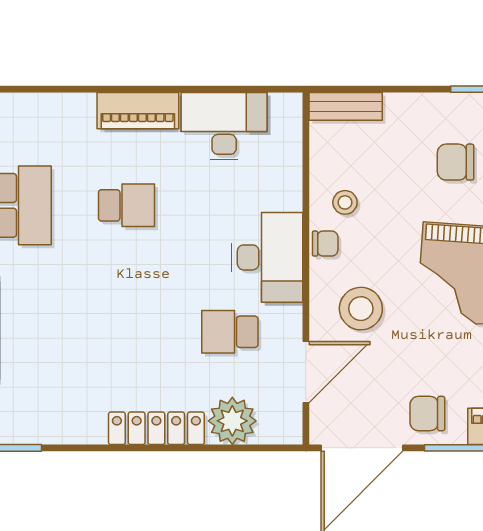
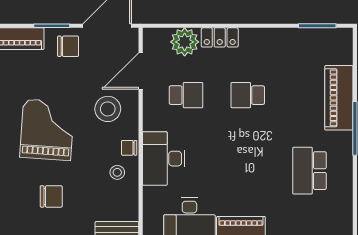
school desk: (126, 205) -> (248, 95), moved
desk: (267, 257) -> (164, 159), moved
locker: (156, 428) -> (220, 37), width x0.66

